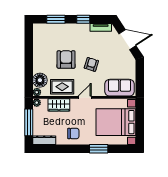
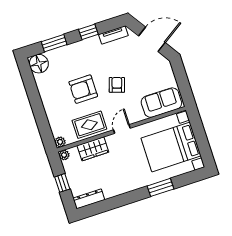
armchair: (66, 59) -> (83, 89), turned -90
floor lamp: (40, 80) -> (39, 64), moved
window: (29, 122) -> (62, 183), width x0.46
chair: (73, 133) -> (123, 179), removed

